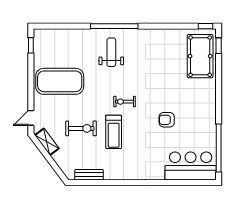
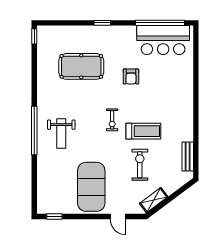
window: (219, 46) -> (102, 23), moved
weight bench: (111, 52) -> (61, 134), turned -90
pool table: (200, 56) -> (81, 66), moved
door: (31, 118) -> (118, 216), moved
bar counter: (191, 166) -> (163, 40), moved, turned -90

